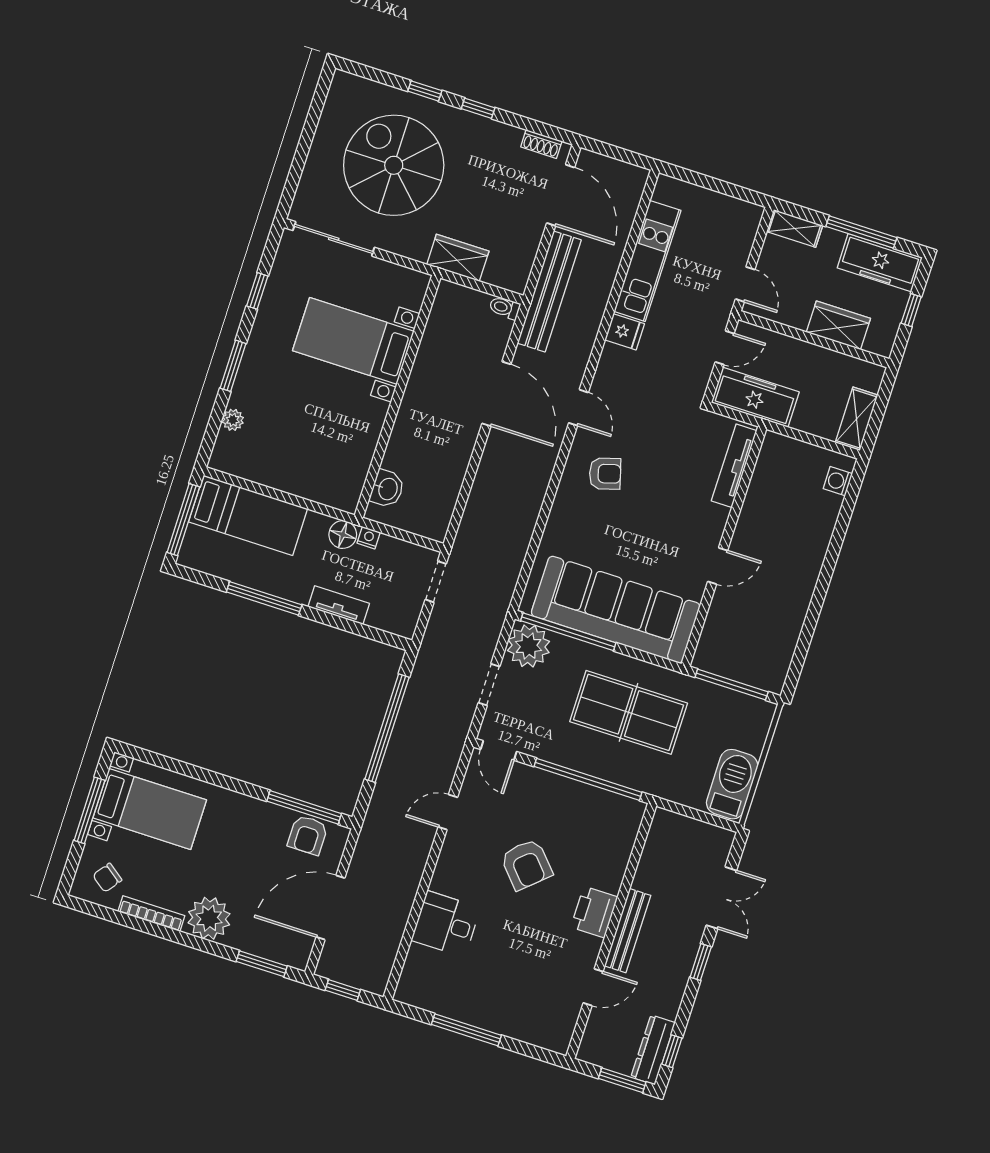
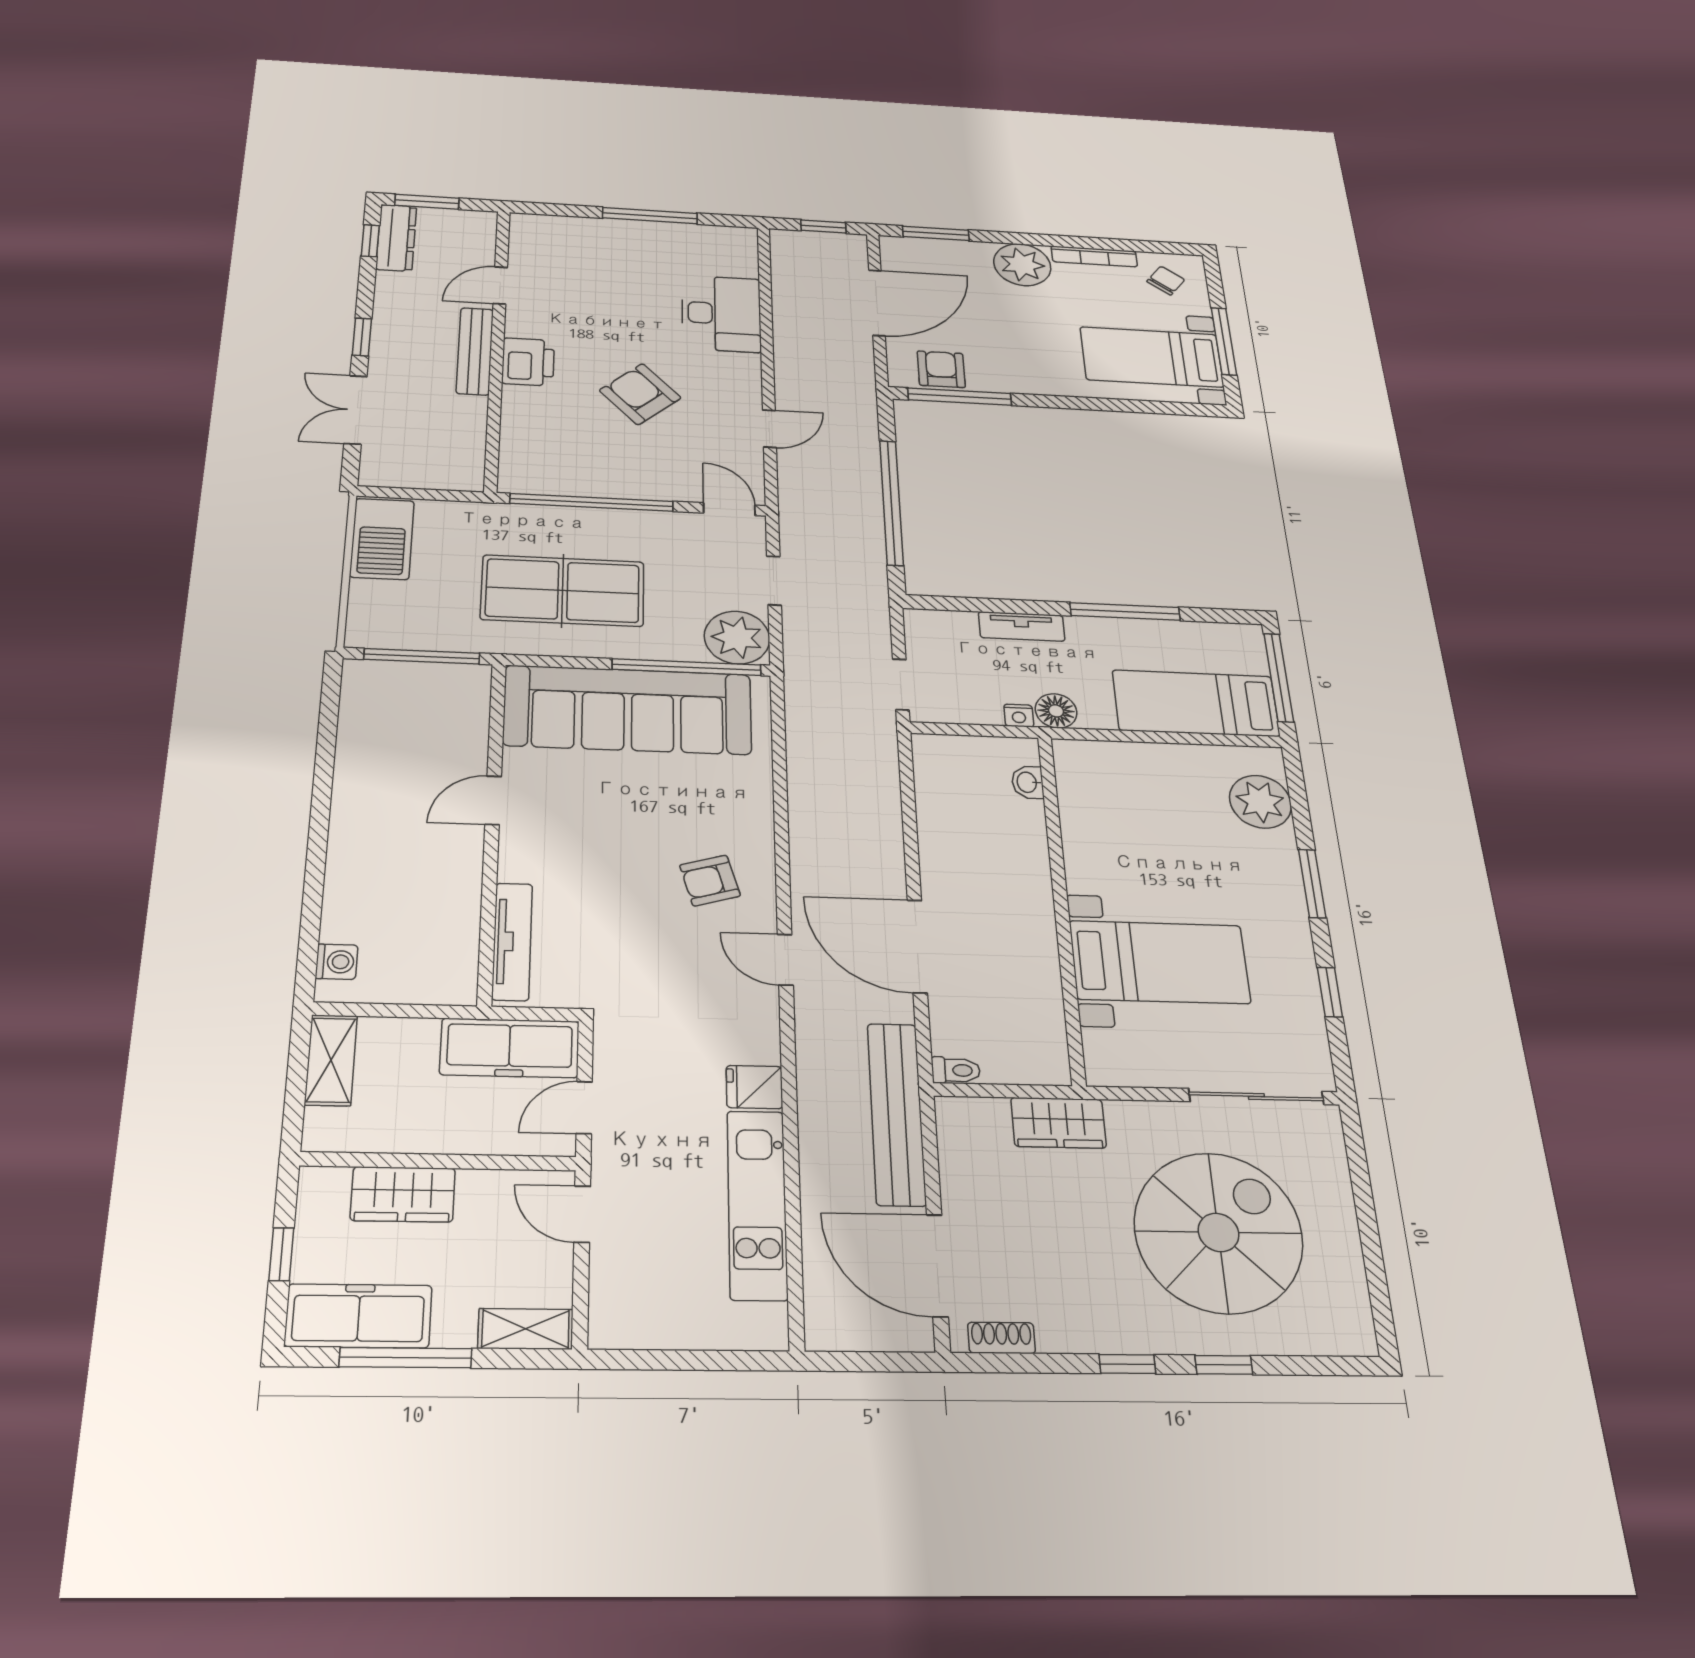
spiral stairs: (394, 165) -> (1219, 1232), turned -90
plant: (233, 420) -> (1260, 802), width x1.87, depth x1.87
washbasin: (387, 489) -> (1028, 782), width x0.72, depth x0.69
desk: (446, 924) -> (721, 314), width x1.37

